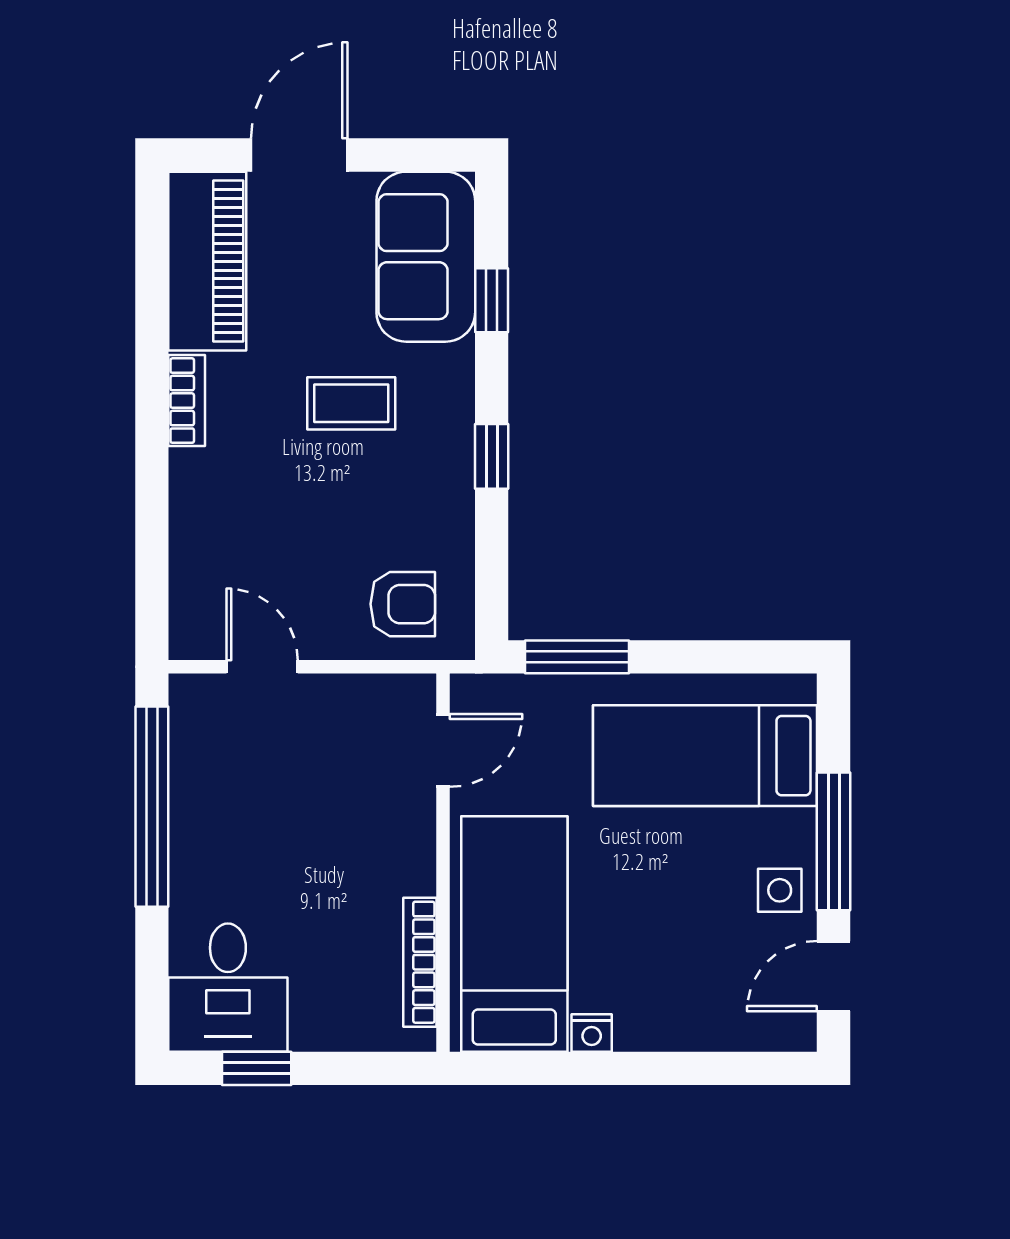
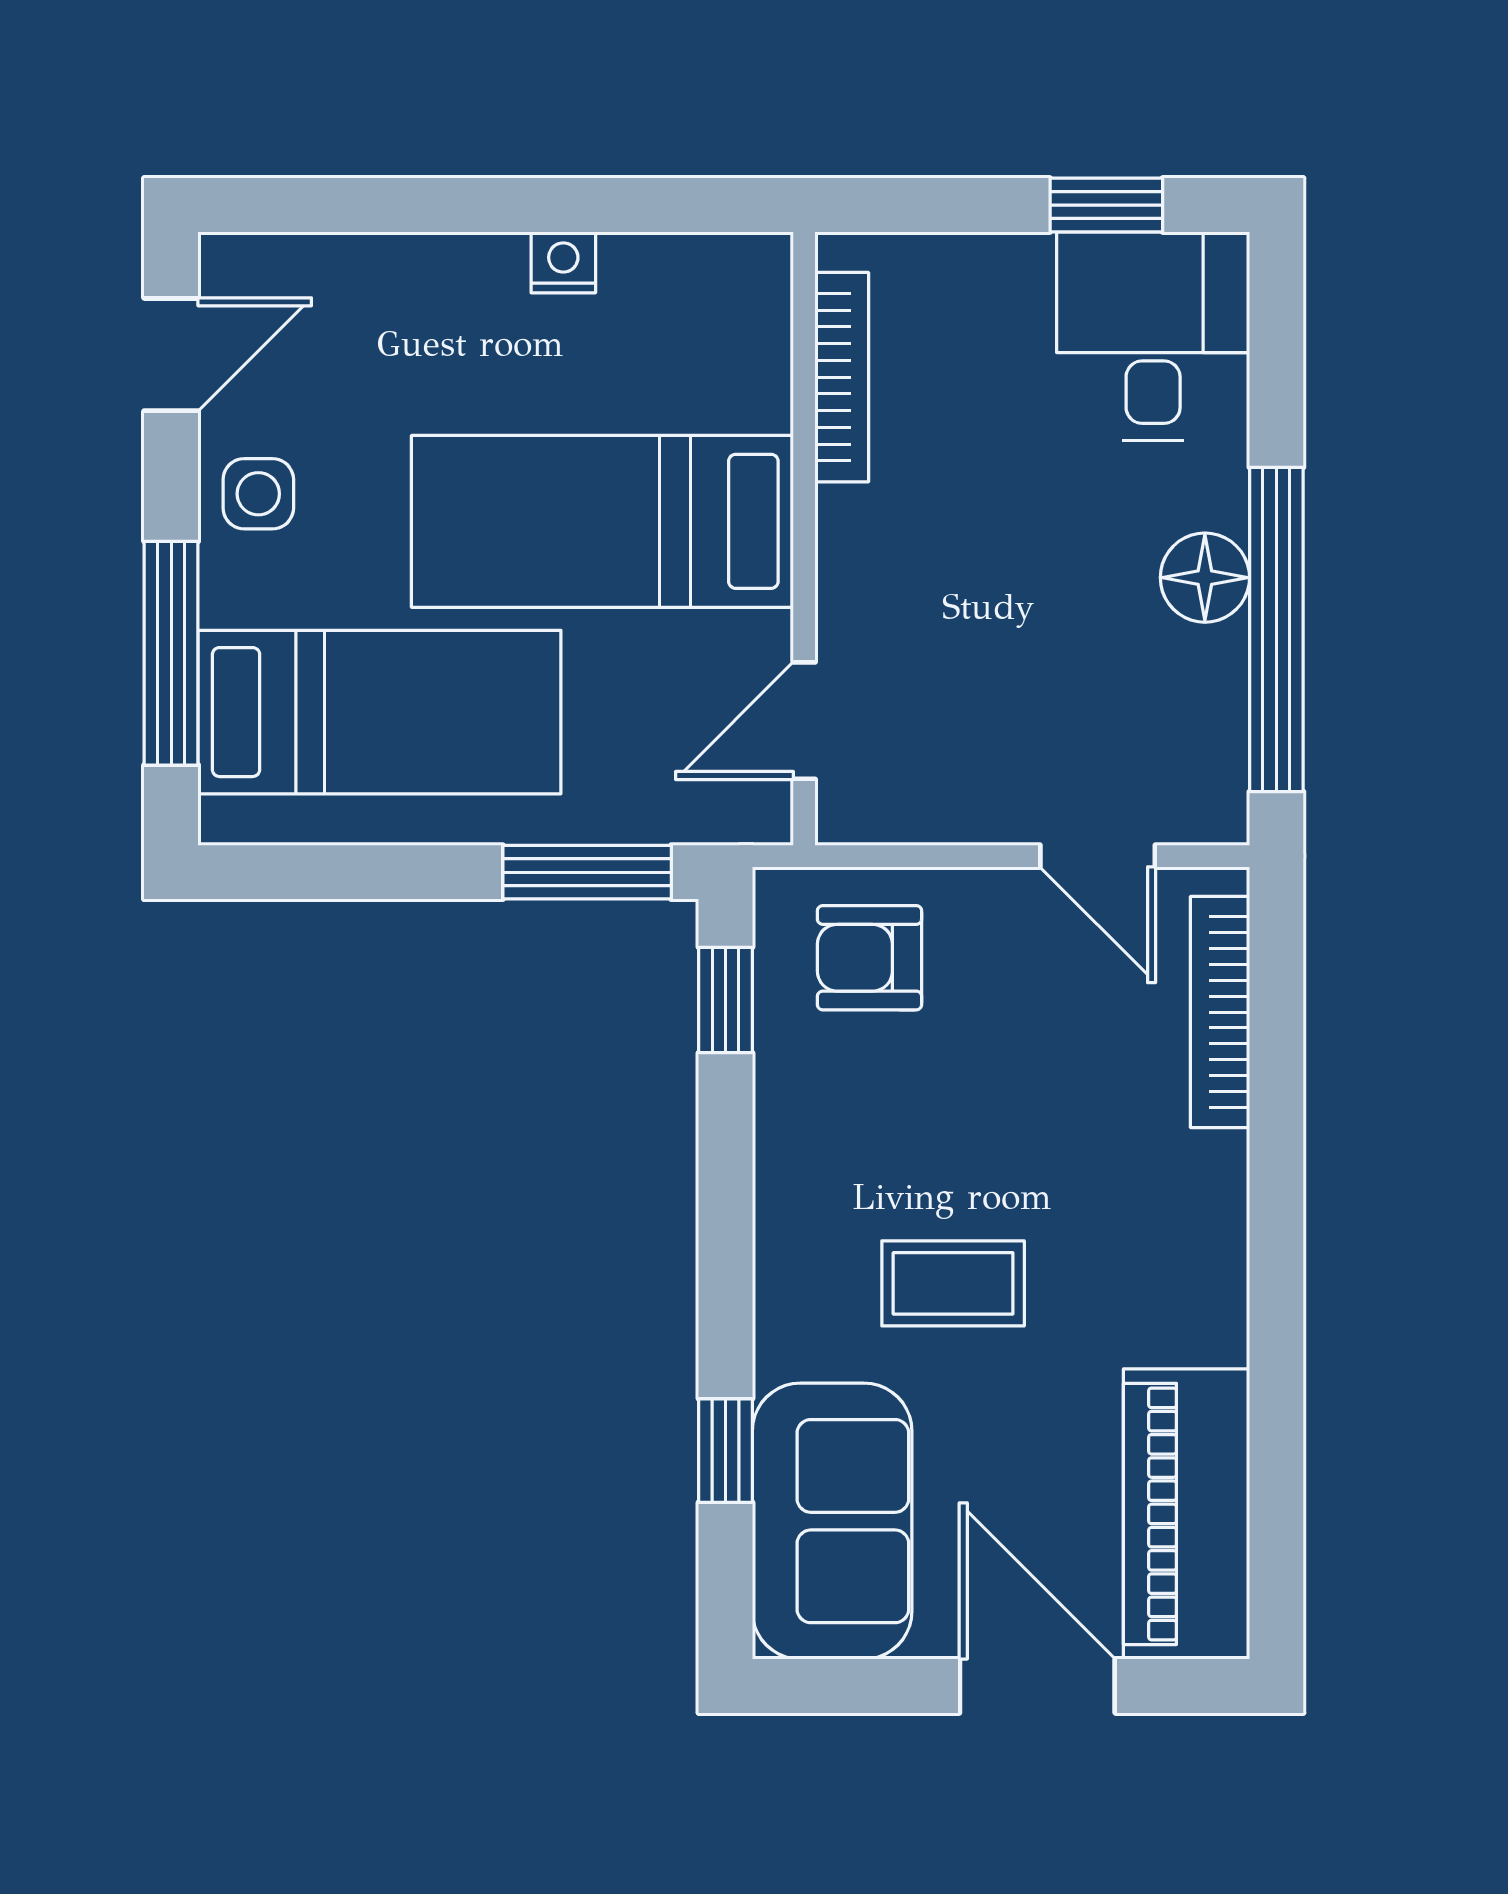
door: (299, 155) -> (1037, 1686), swing flipped
bookcase: (187, 401) -> (1220, 1012), moved, width x1.56
window: (492, 456) -> (726, 1000), moved
floor lamp: (196, 839) -> (1205, 578), added
window: (834, 841) -> (171, 653), moved
bed: (514, 934) -> (602, 521), moved, turned 90

